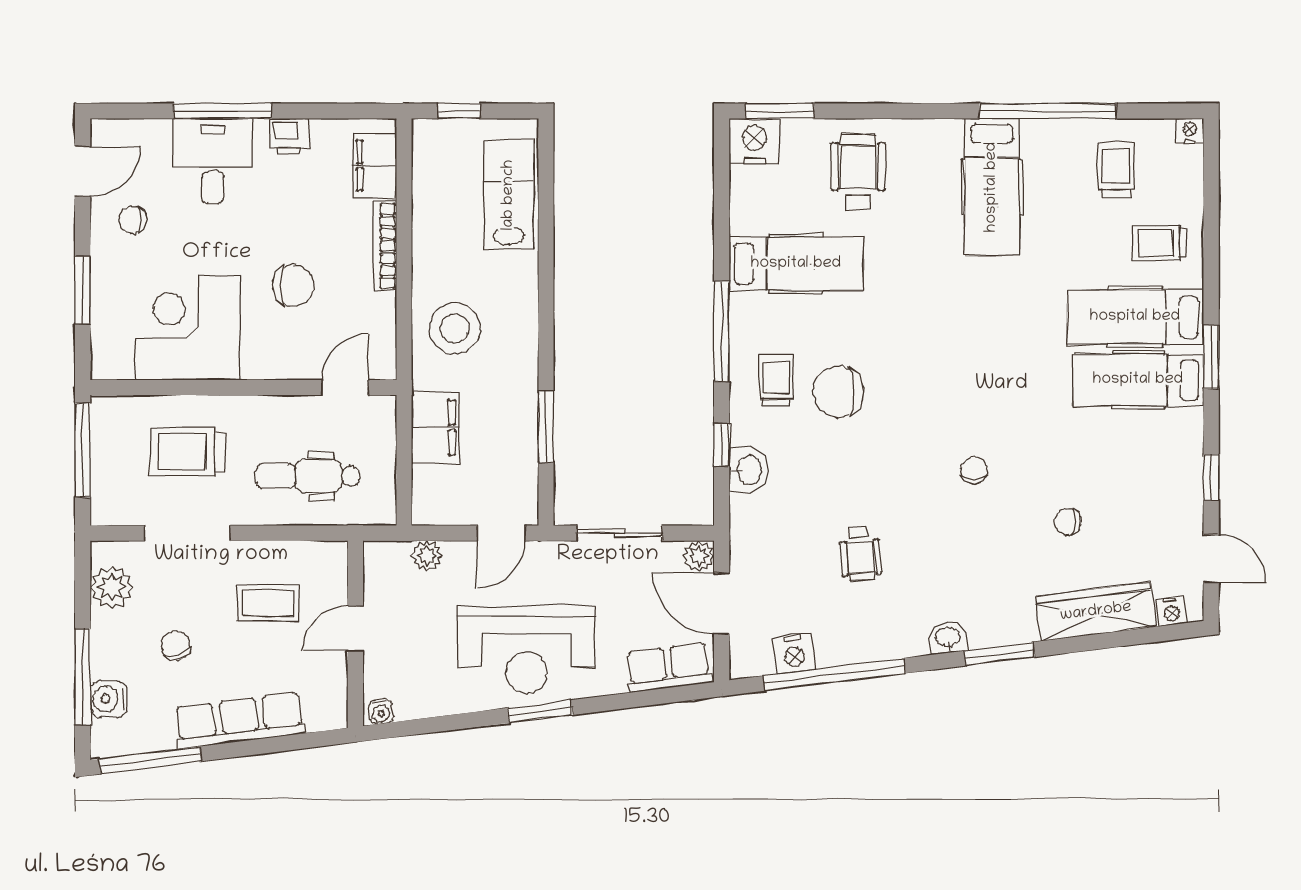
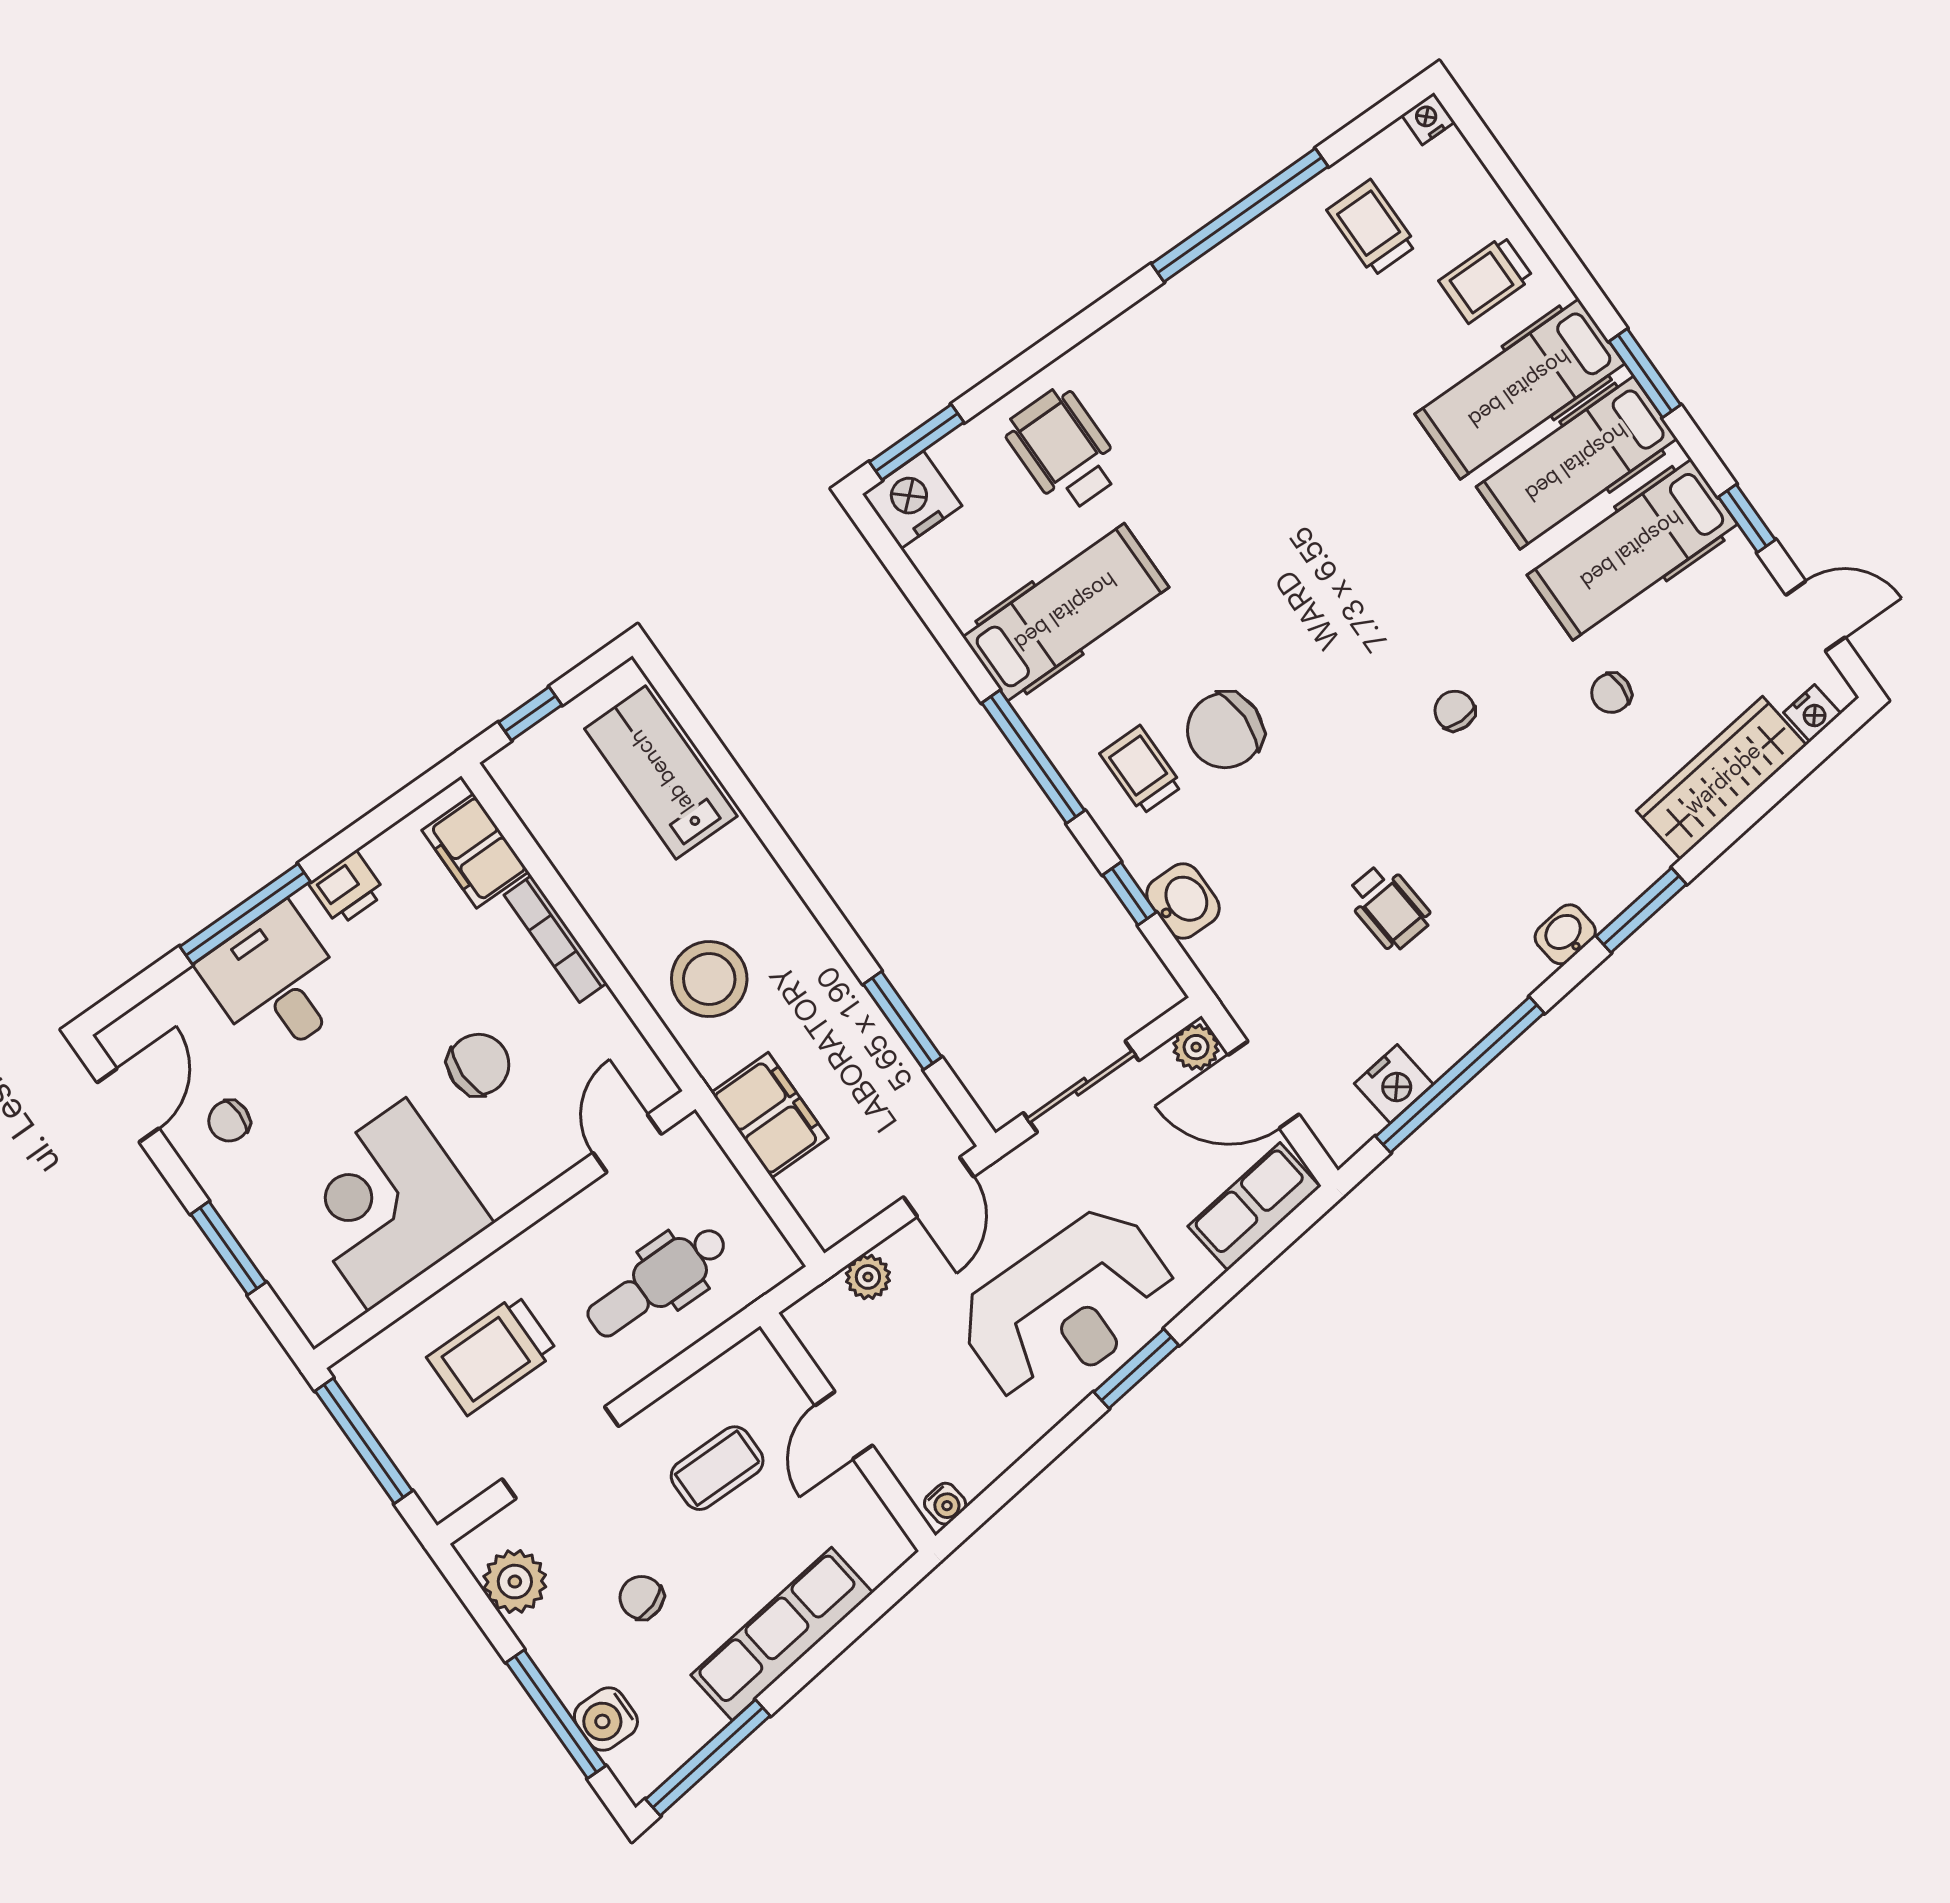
hospital bed: (992, 187) -> (1632, 550), moved, turned 90

